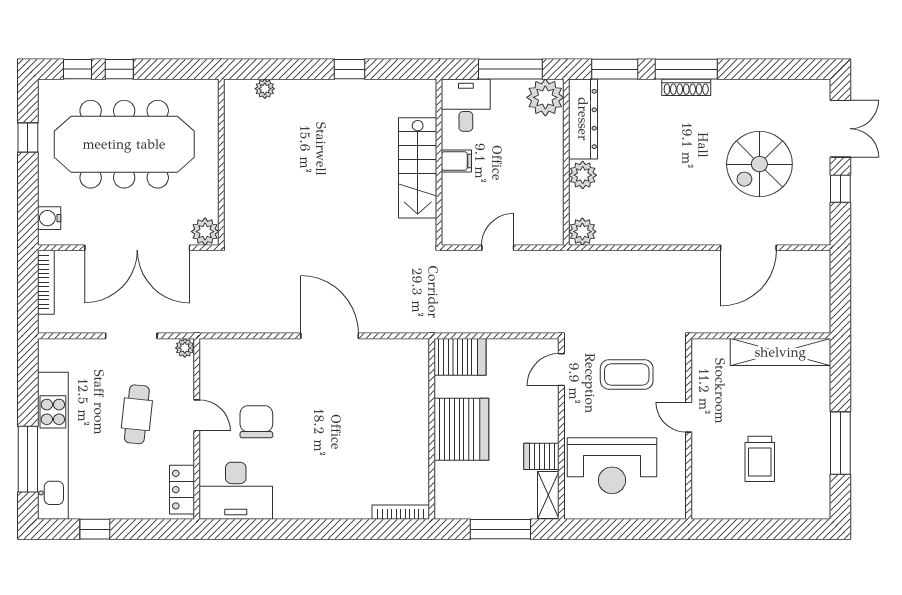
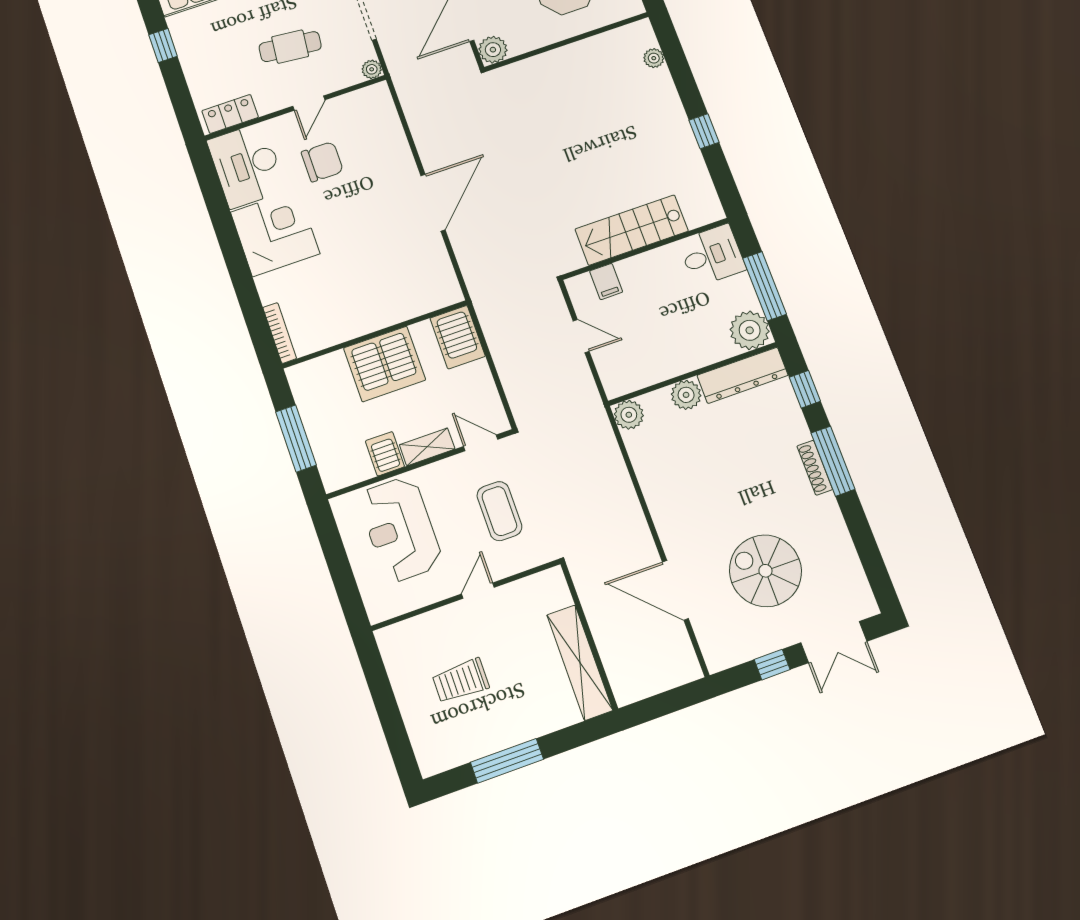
window: (615, 69) -> (805, 389), width x0.67
filing cabinet: (456, 161) -> (606, 282), moved
corner desk: (308, 486) -> (275, 233), added
shelving: (548, 495) -> (427, 447), moved

